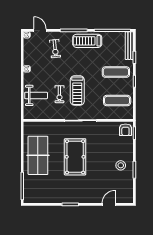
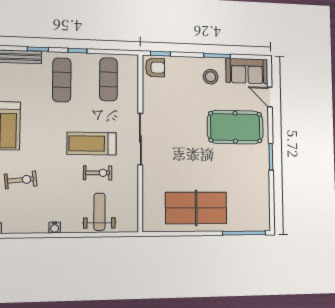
treadmill: (77, 90) -> (92, 144), turned 180
pool table: (75, 157) -> (235, 127), moved
sofa: (125, 189) -> (247, 71), added

